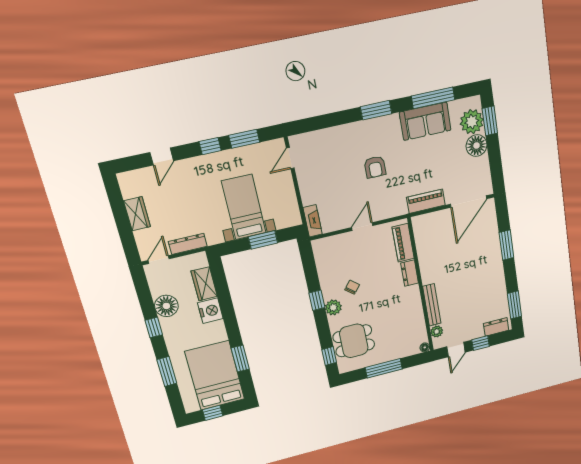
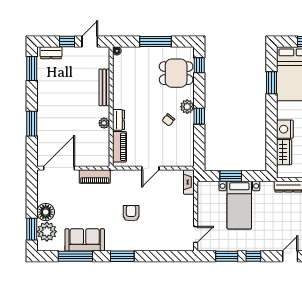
plant: (437, 331) -> (104, 123), moved

